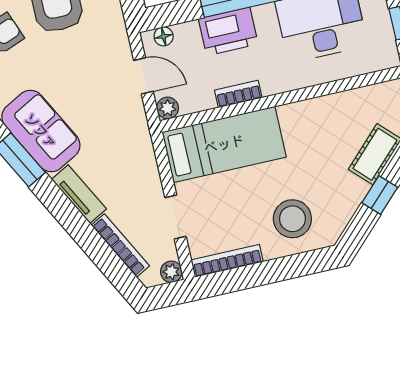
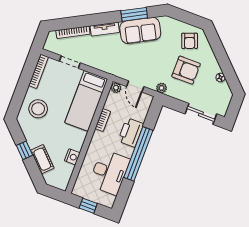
floor lamp: (164, 36) -> (146, 105), removed
door: (143, 76) -> (135, 87), hinge flipped
nightstand: (337, 105) -> (72, 157), added
plant: (171, 272) -> (161, 88), moved

